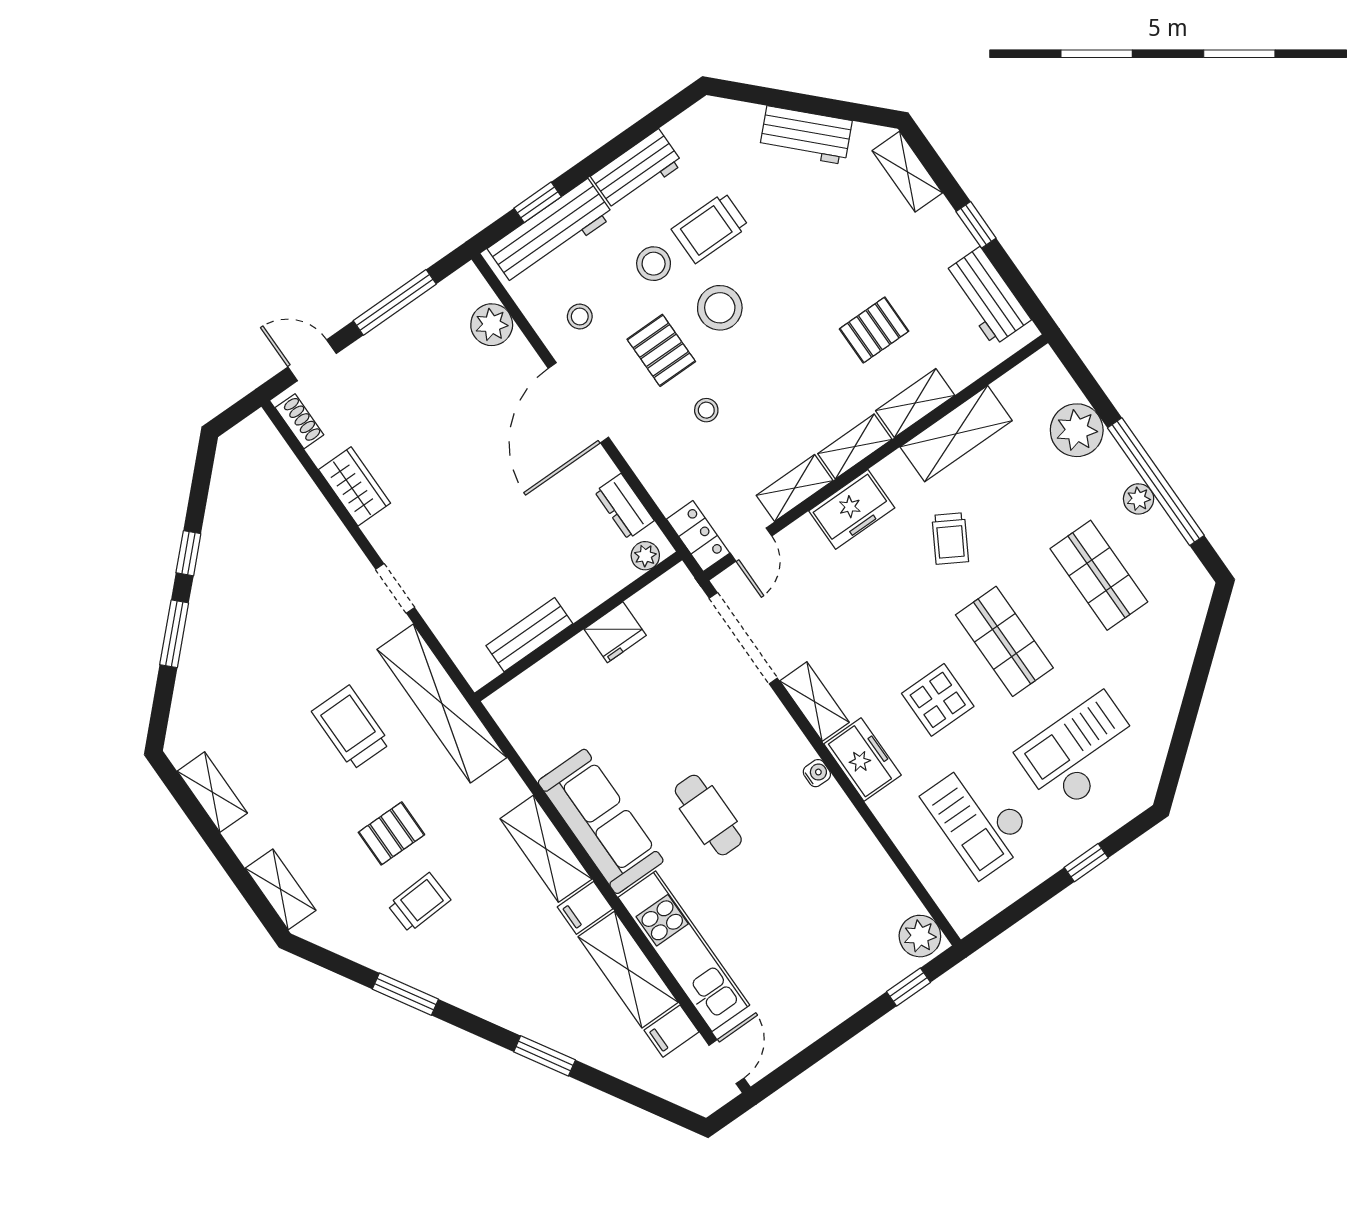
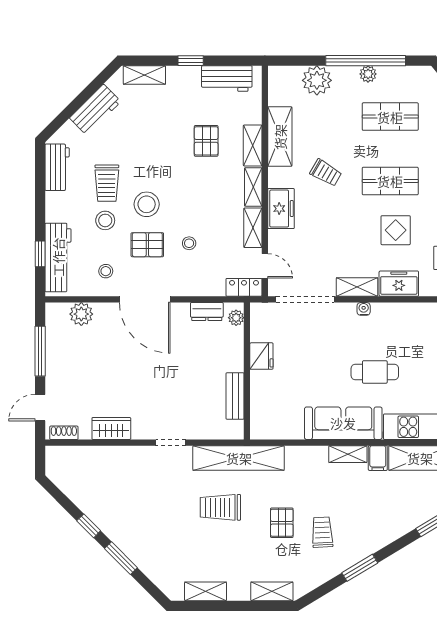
workbench: (637, 170) -> (57, 167), moved
water cooler: (817, 773) -> (364, 309), moved
shelving: (546, 849) -> (348, 454), width x0.67, depth x0.75

